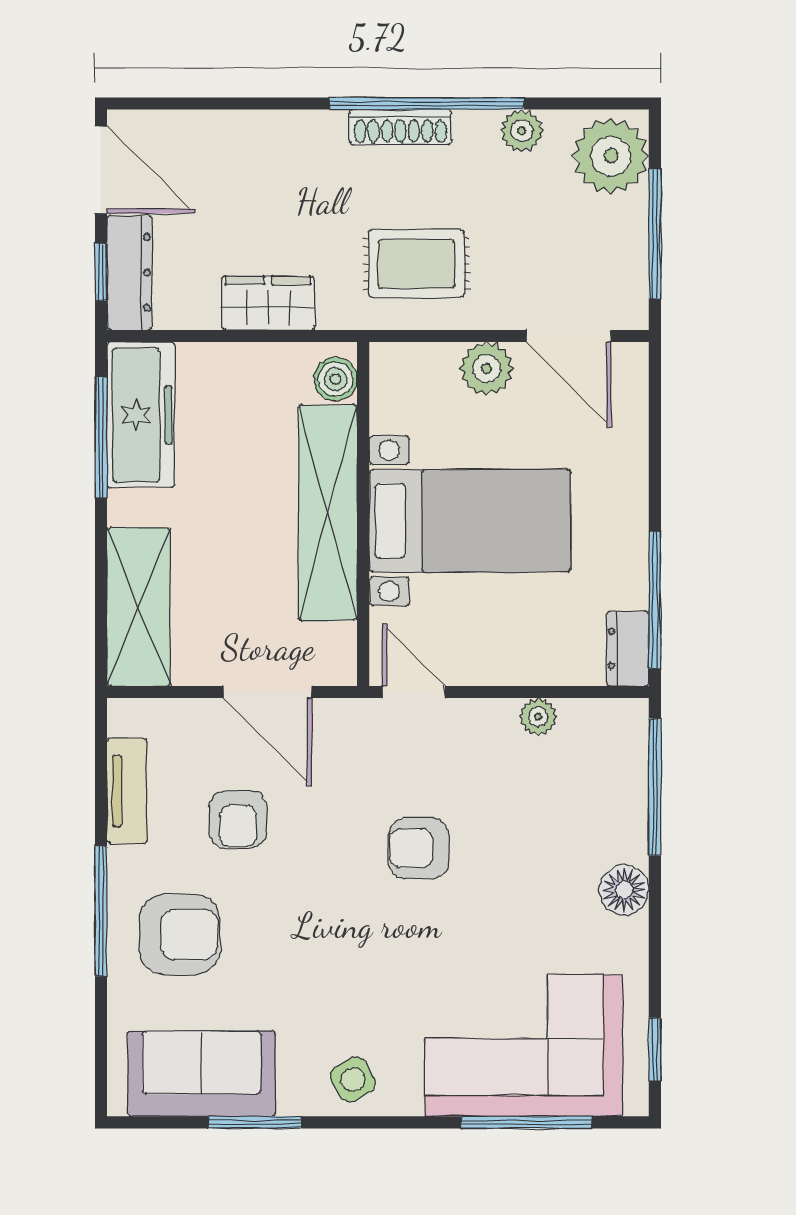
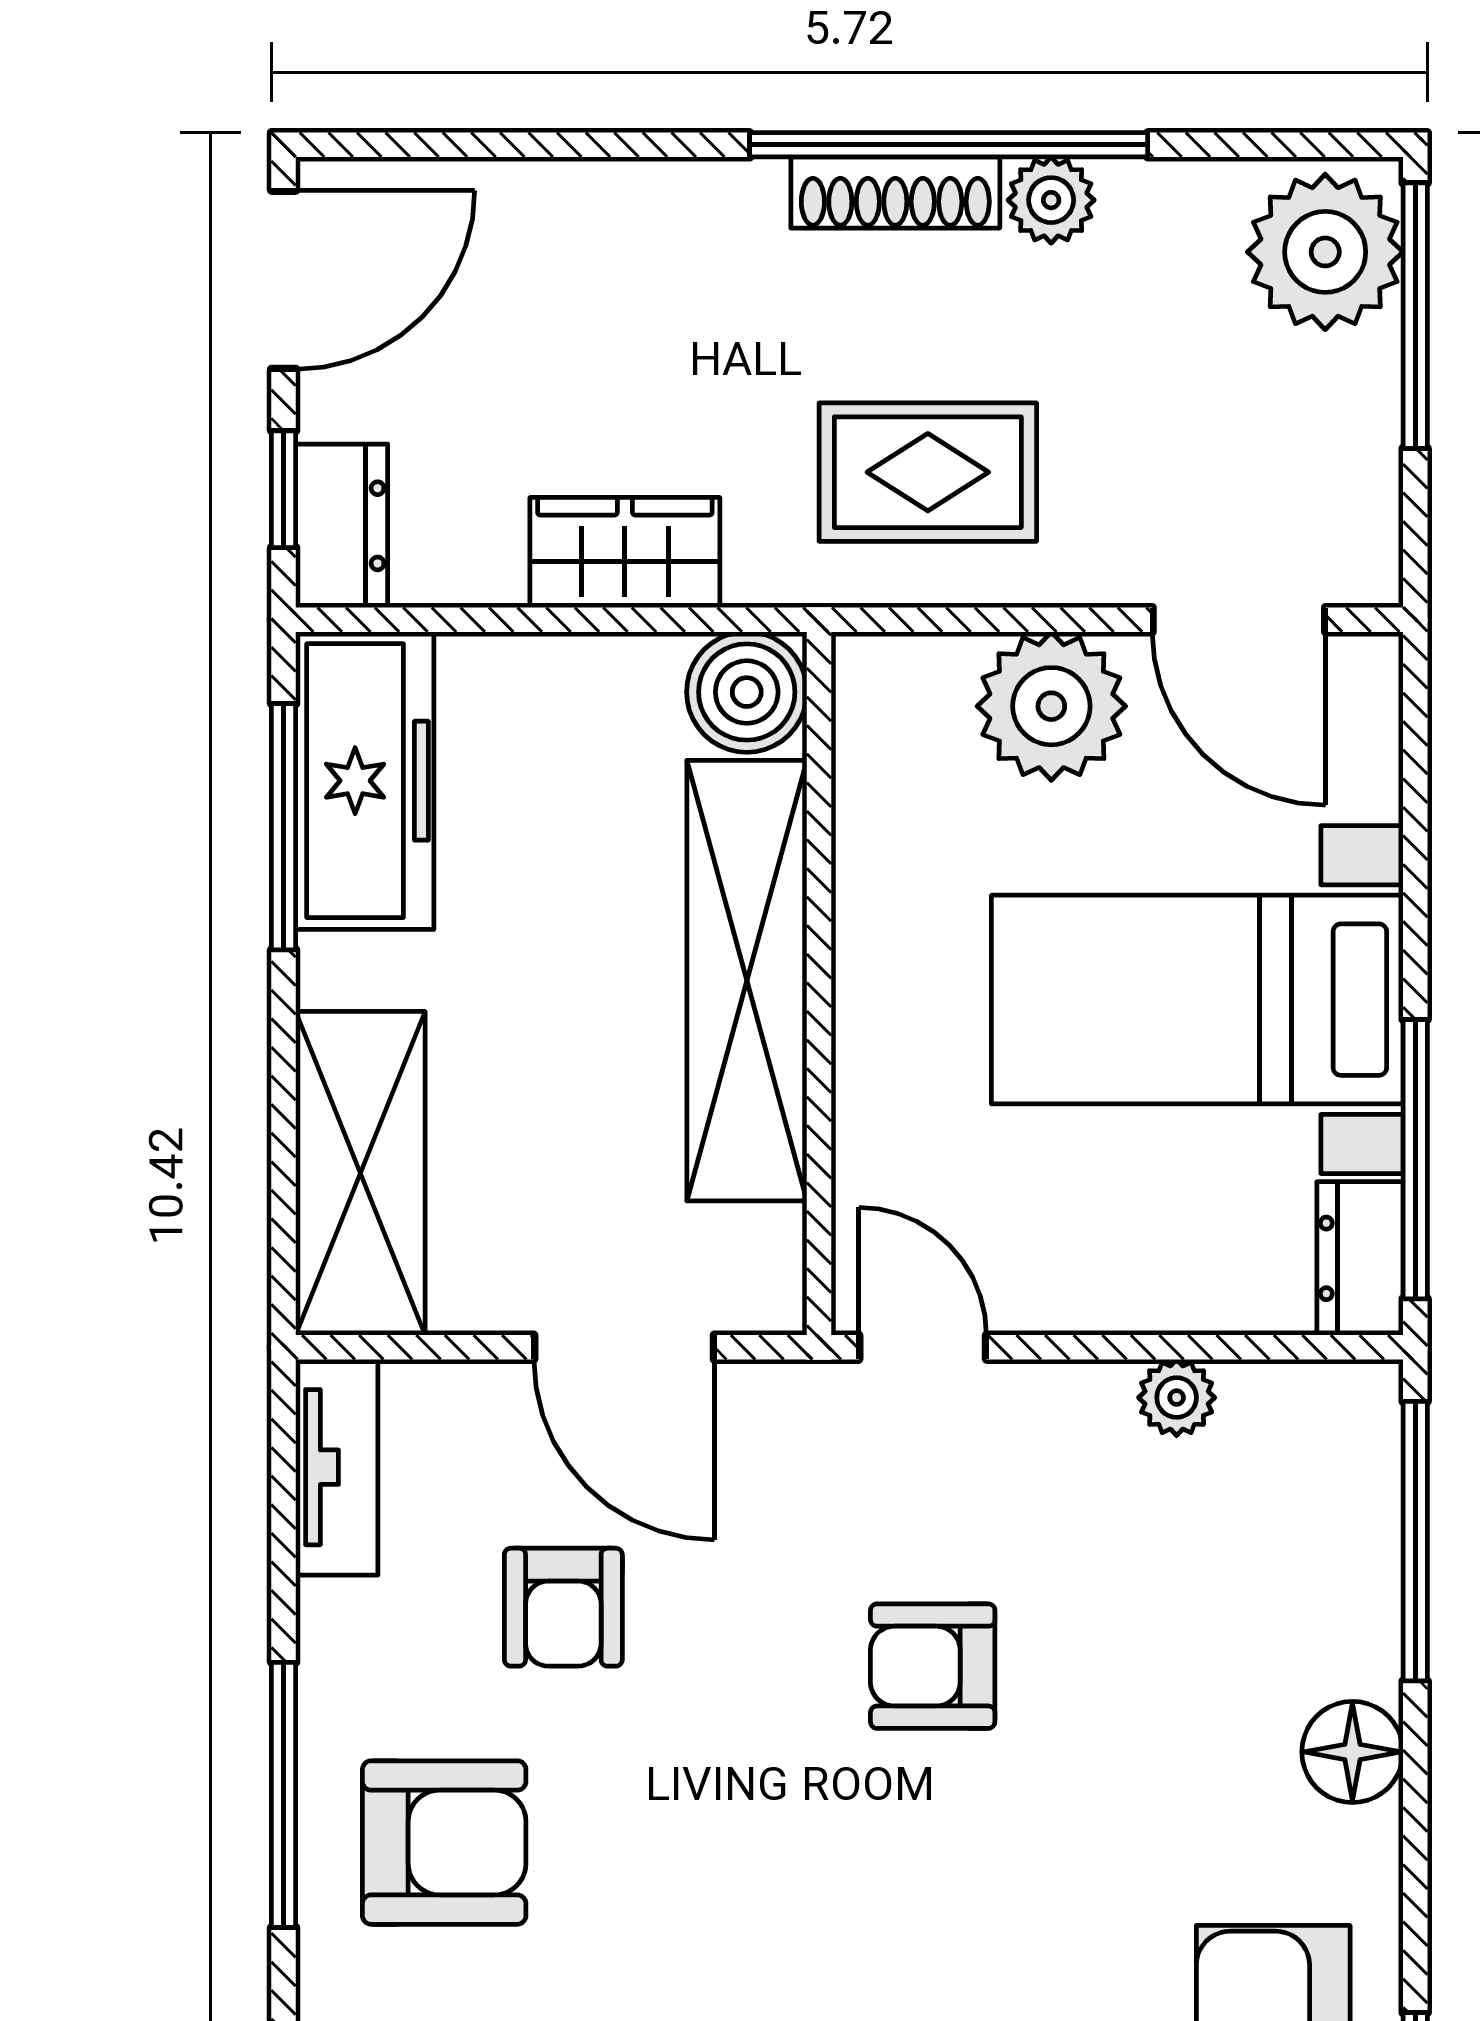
plant: (522, 131) -> (1051, 200), moved
door: (101, 170) -> (284, 280), hinge flipped
window: (655, 234) -> (1415, 316), moved
dresser: (129, 272) -> (342, 526), width x0.70
plant: (486, 369) -> (1051, 706), width x1.36, depth x1.36
boiler: (336, 379) -> (747, 692), width x1.36, depth x1.36
bed with nightstands: (470, 521) -> (1197, 1000), moved, turned 180
tv unit: (127, 791) -> (337, 1467), moved

